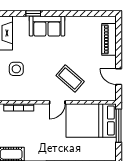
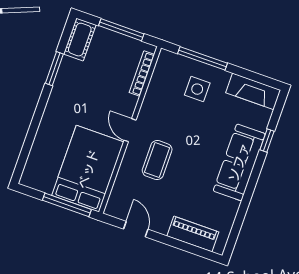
sofa: (47, 26) -> (239, 162), width x1.36
door: (119, 77) -> (136, 229), hinge flipped
coffee table: (70, 78) -> (157, 160), turned -41

